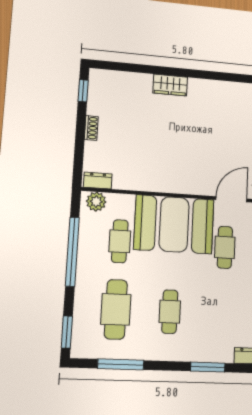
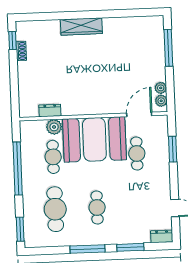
wardrobe: (170, 85) -> (81, 27), width x1.50
shoe rack: (91, 128) -> (21, 51), moved
dresser: (98, 181) -> (50, 110), moved
plant: (96, 202) -> (54, 127), moved
window: (121, 364) -> (87, 249), moved

